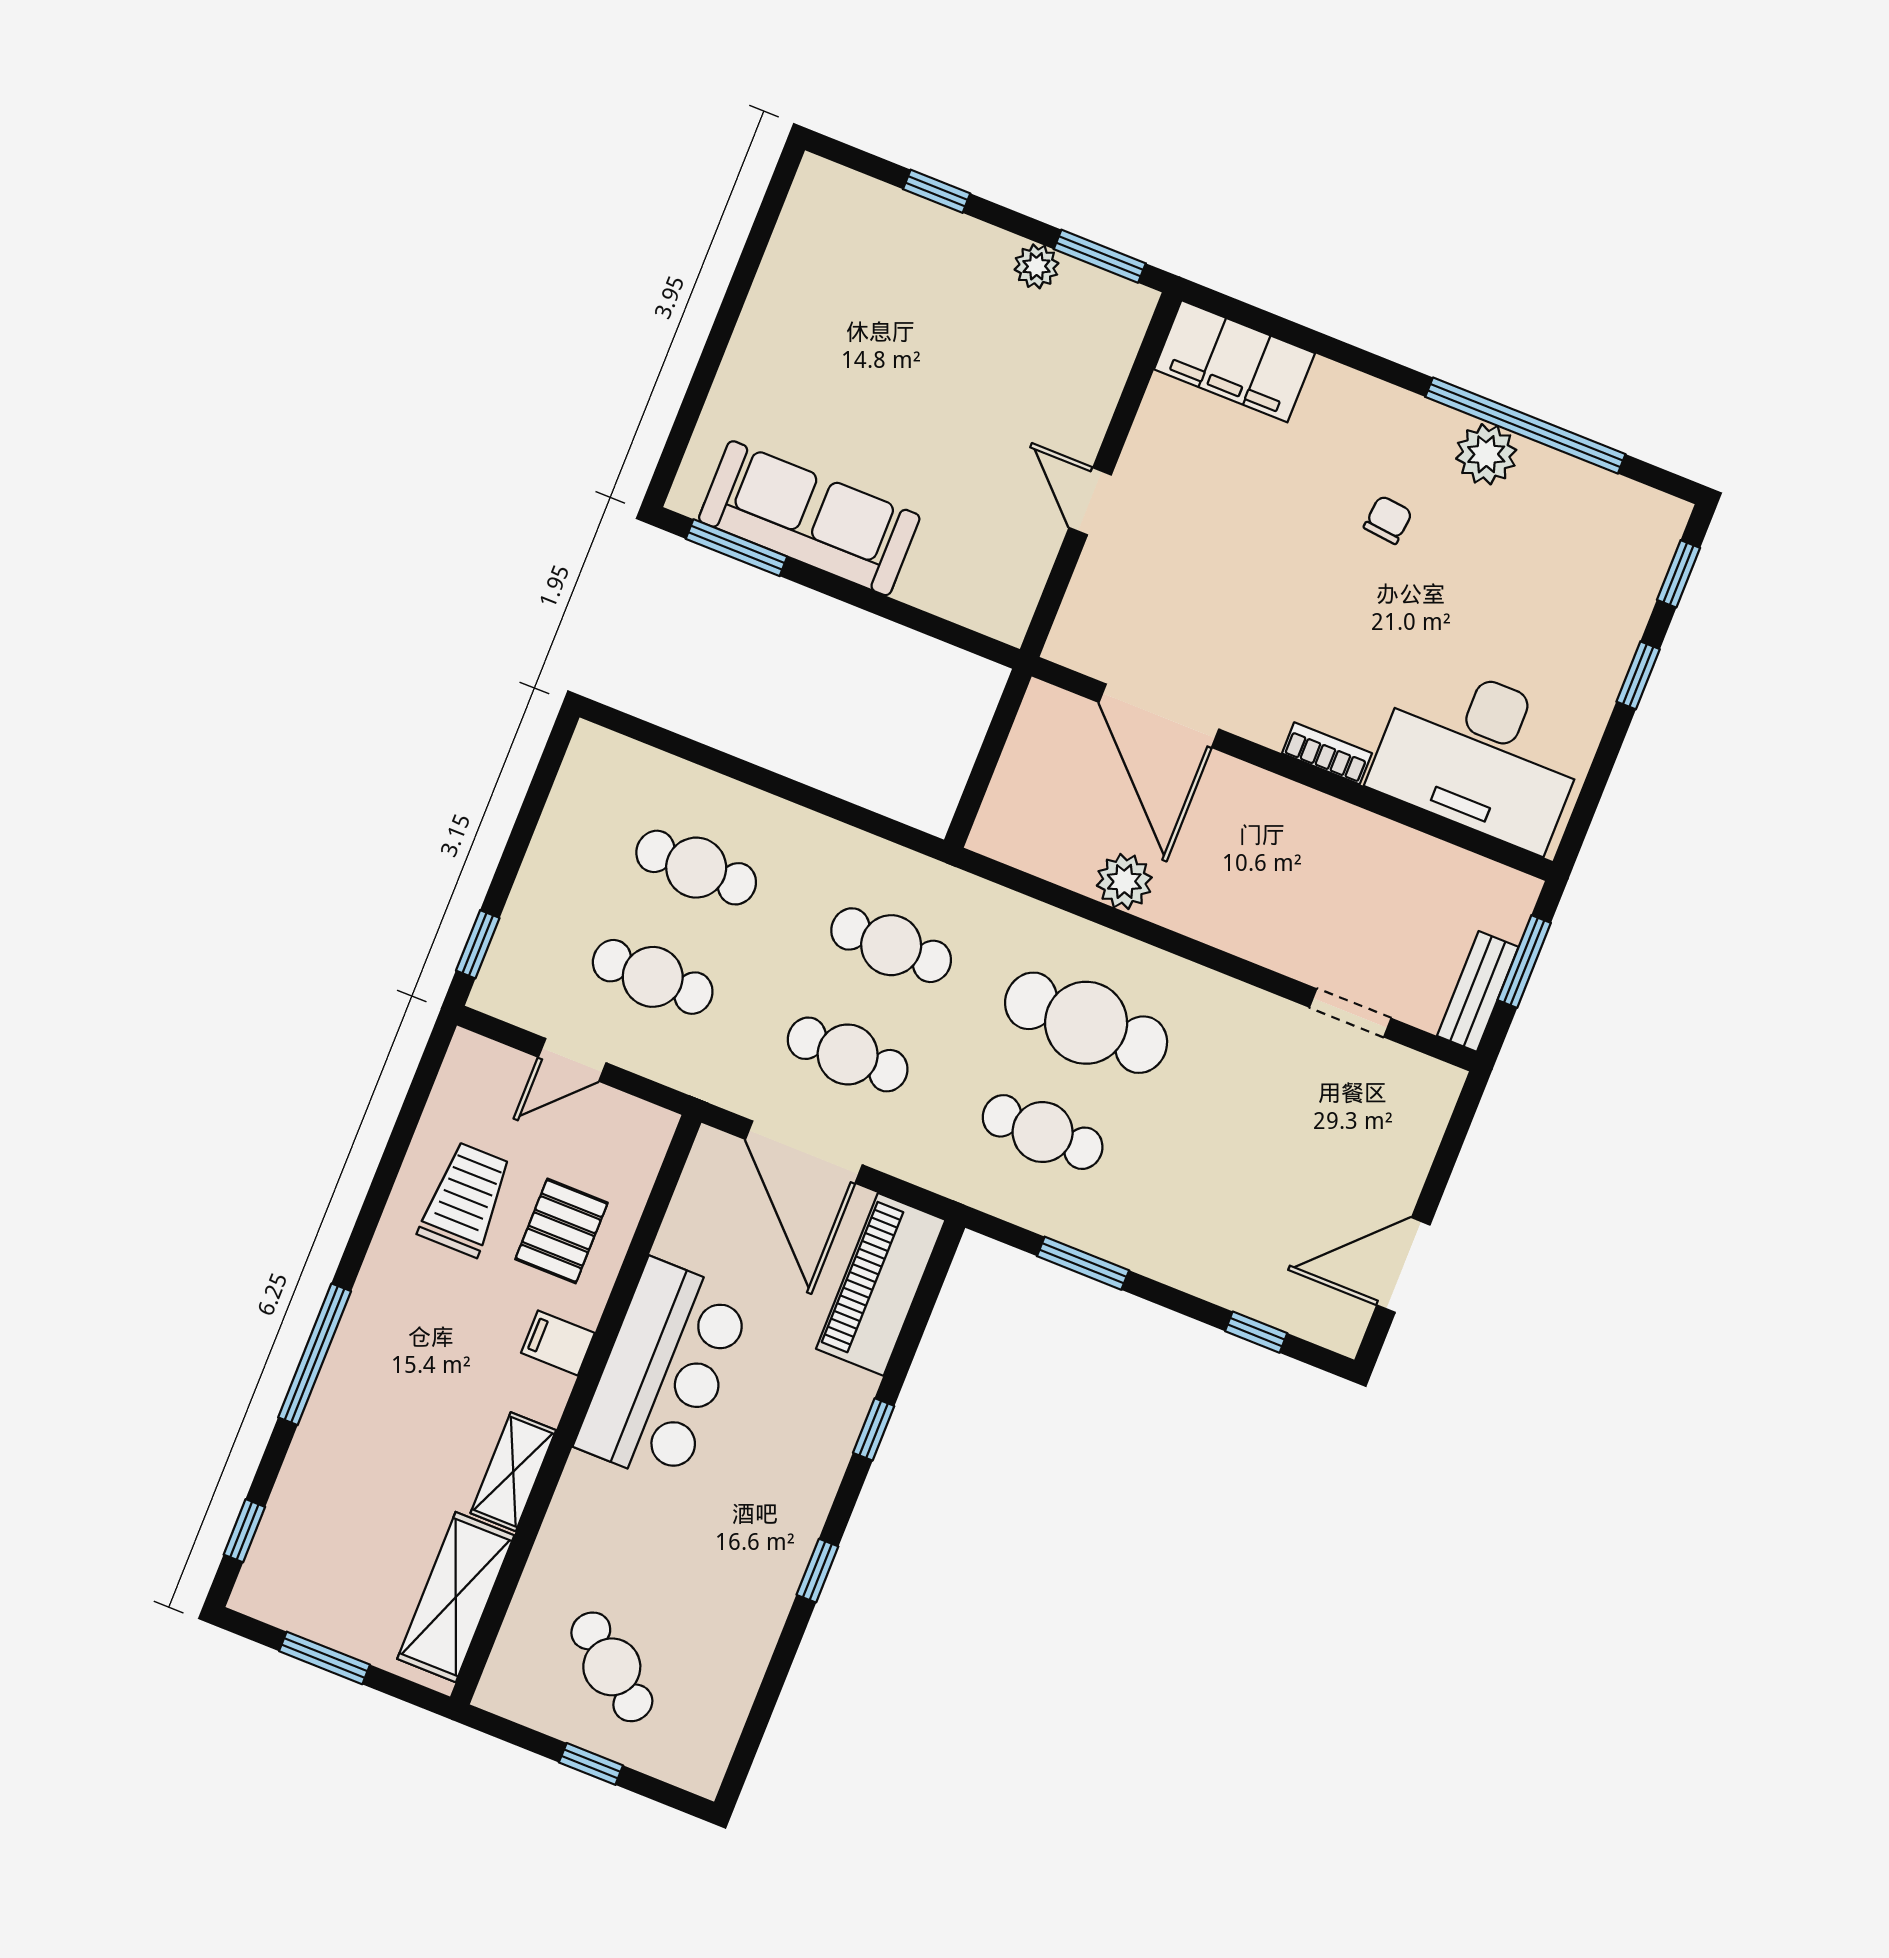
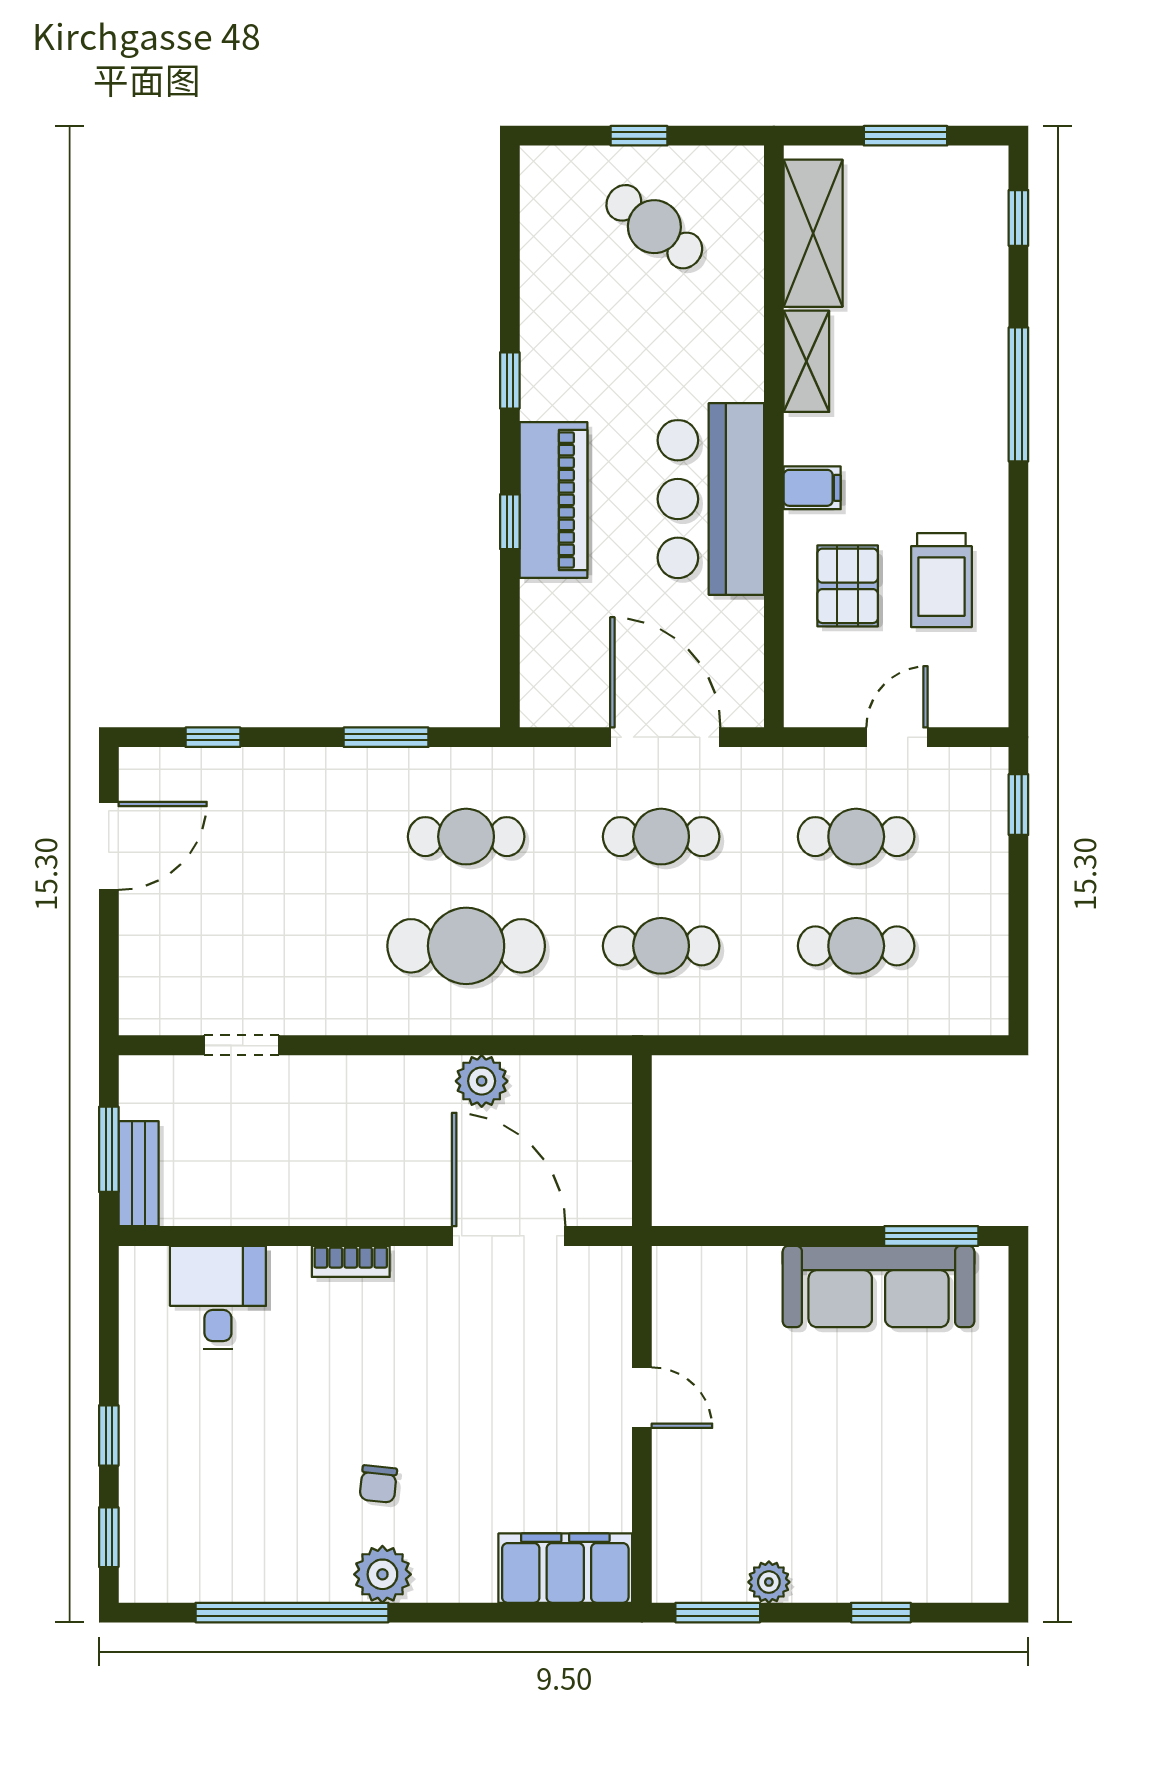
plant: (1486, 454) -> (382, 1574), moved
desk: (1480, 754) -> (218, 1298), width x0.53, depth x0.77
bench: (1478, 991) -> (139, 1174), moved
piano: (881, 1284) -> (553, 500), moved

